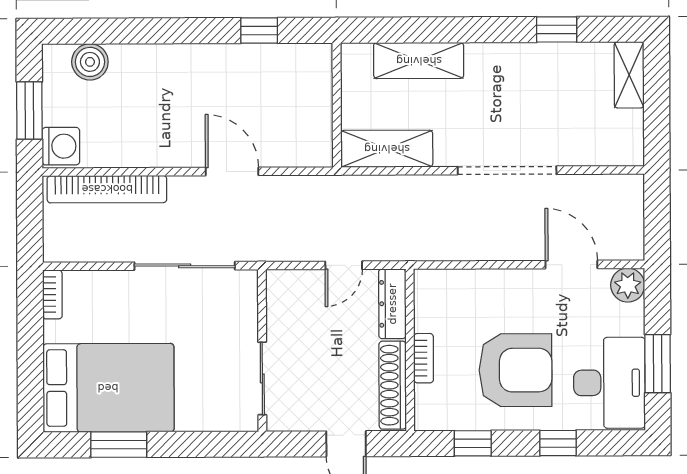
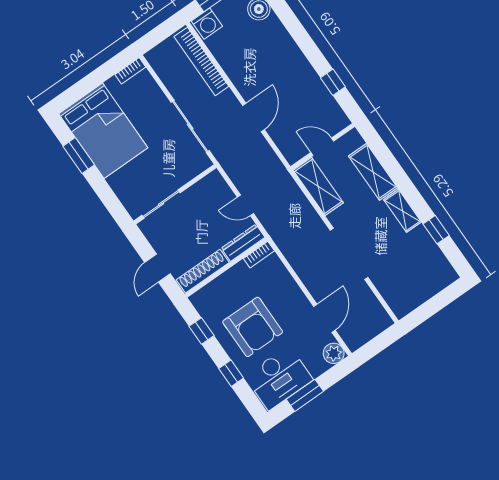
shelving: (629, 75) -> (403, 211), moved, turned 90
door: (337, 106) -> (322, 147), added
bookcase: (424, 358) -> (259, 255), moved

